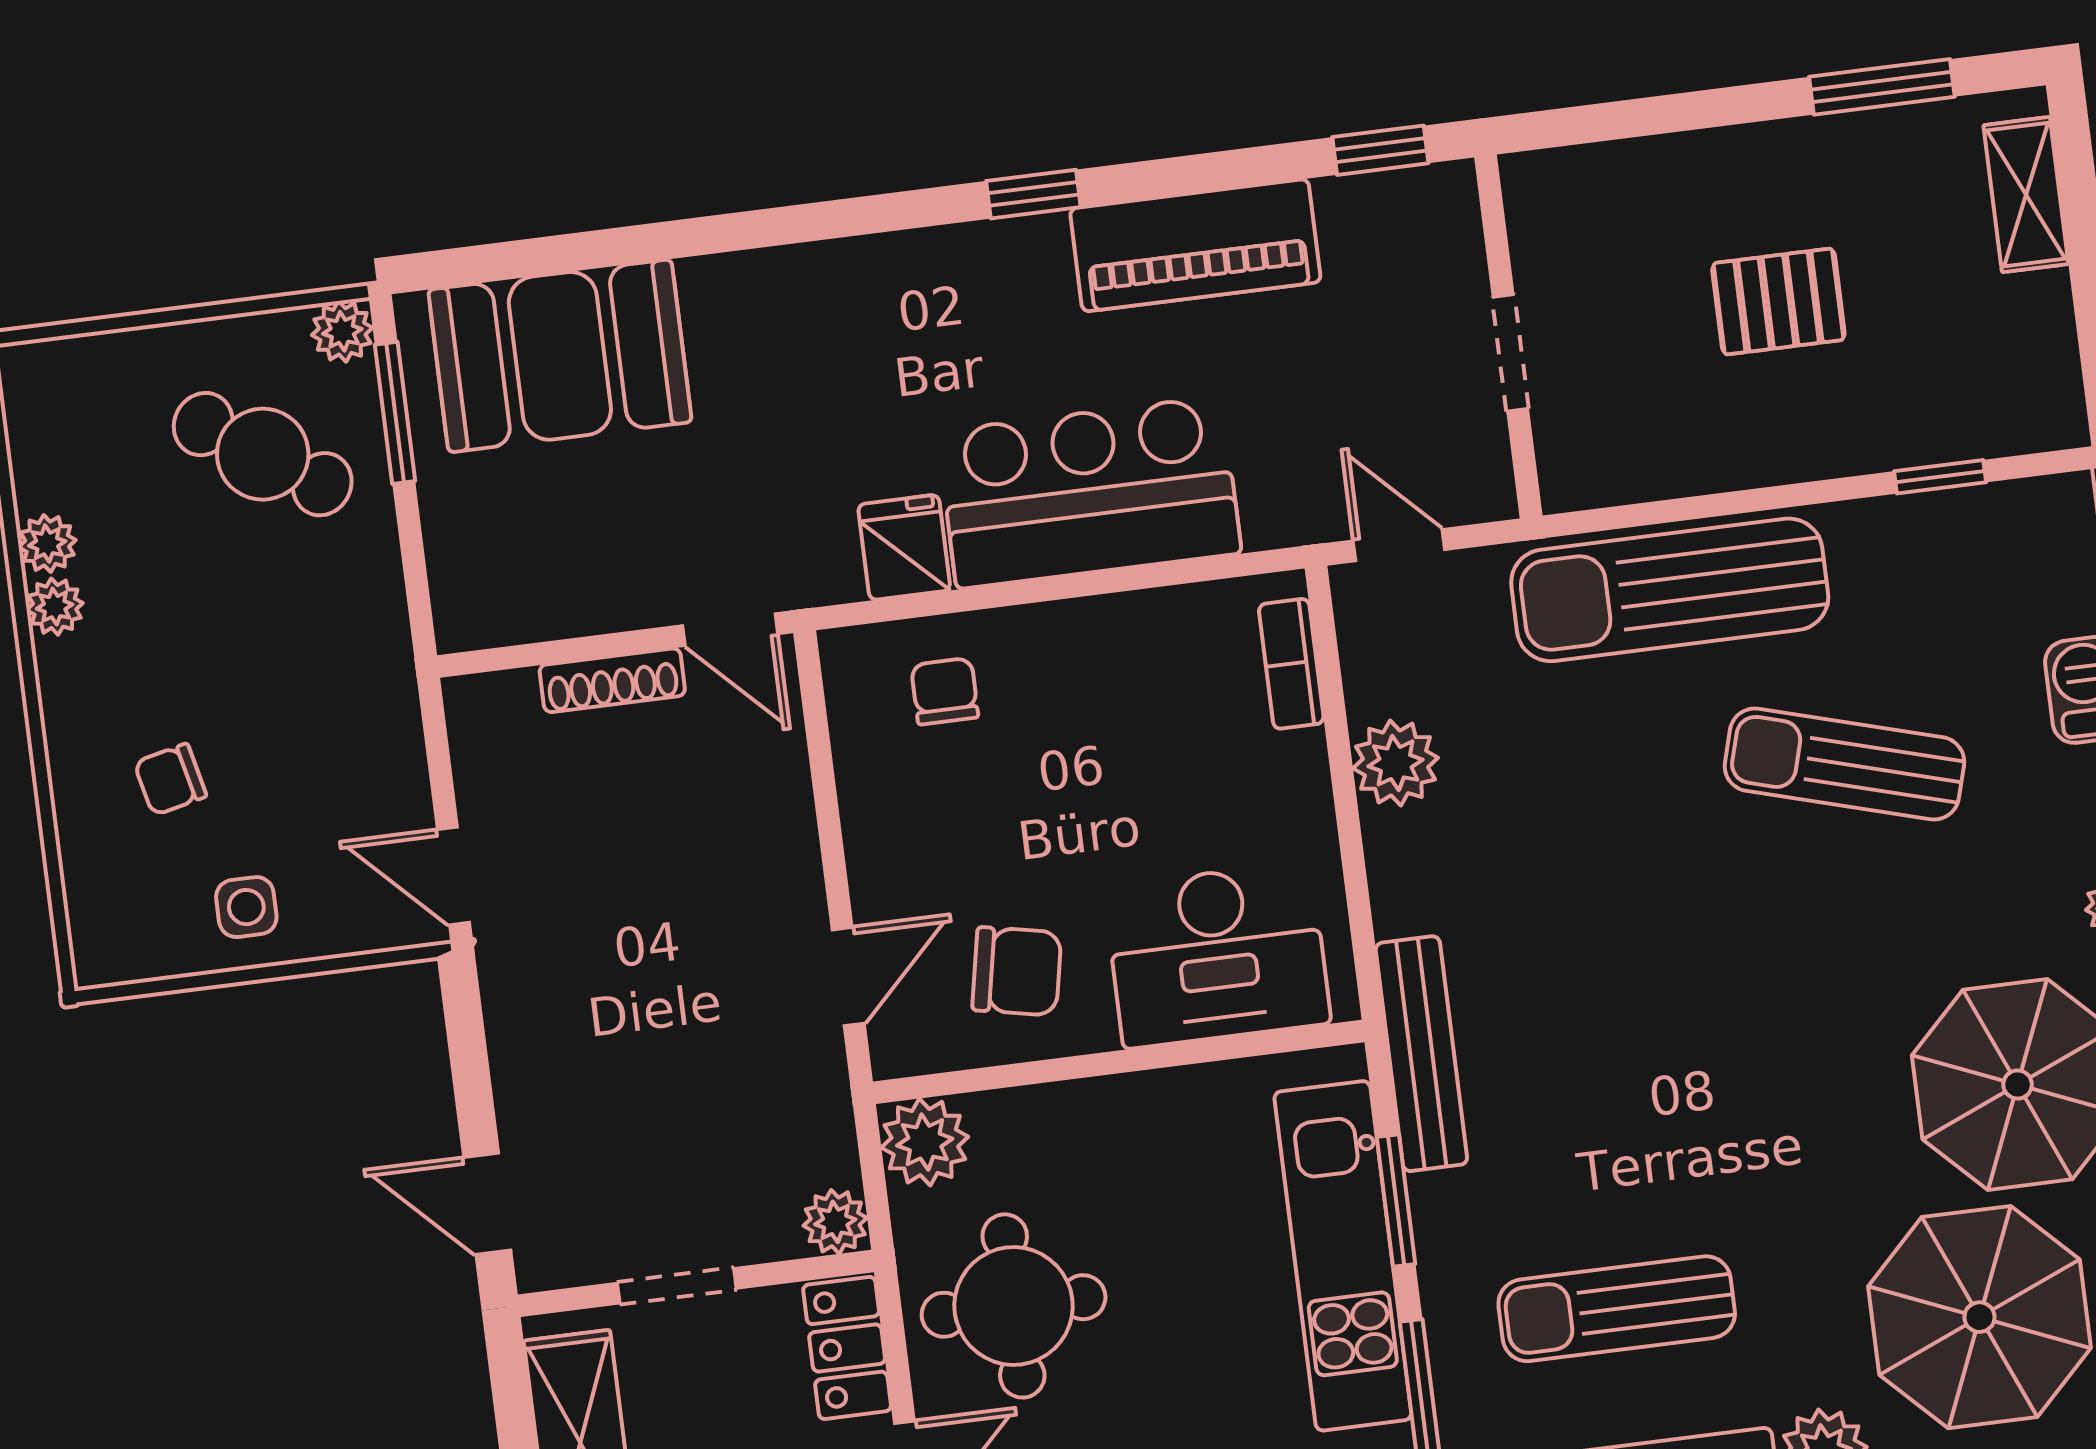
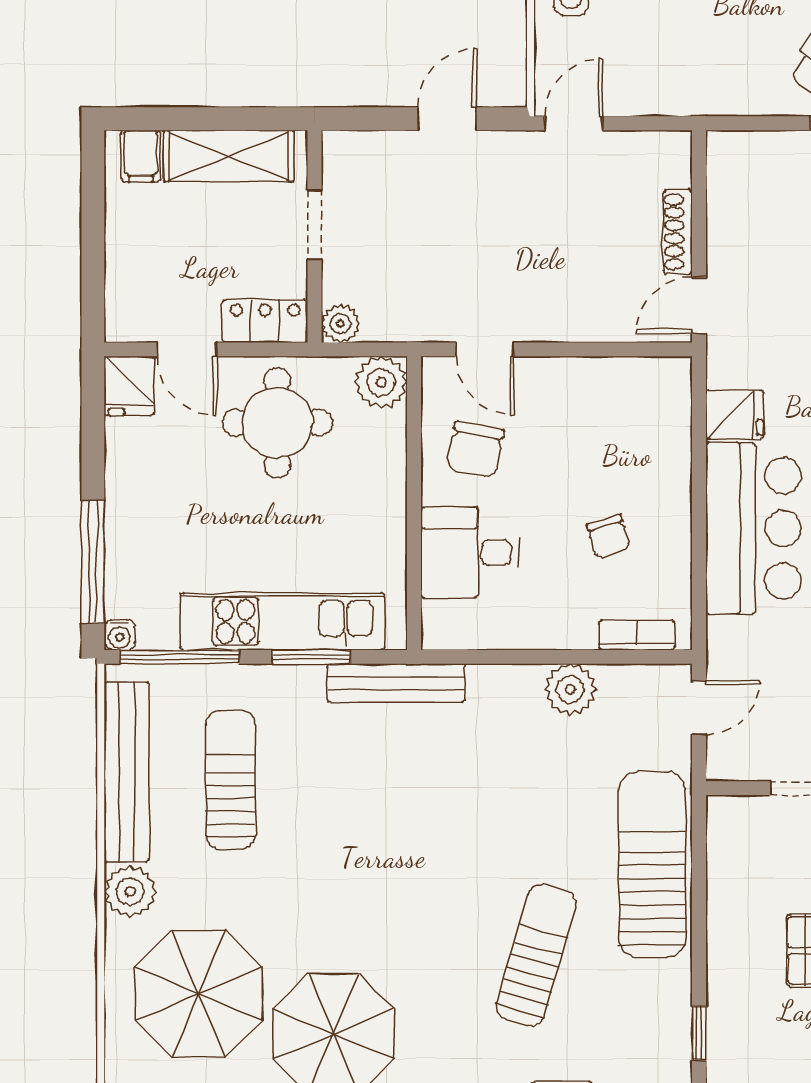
chair: (945, 691) -> (609, 537), moved, turned 73
desk: (1217, 955) -> (470, 553), width x0.73
door: (487, 1204) -> (447, 119), moved

